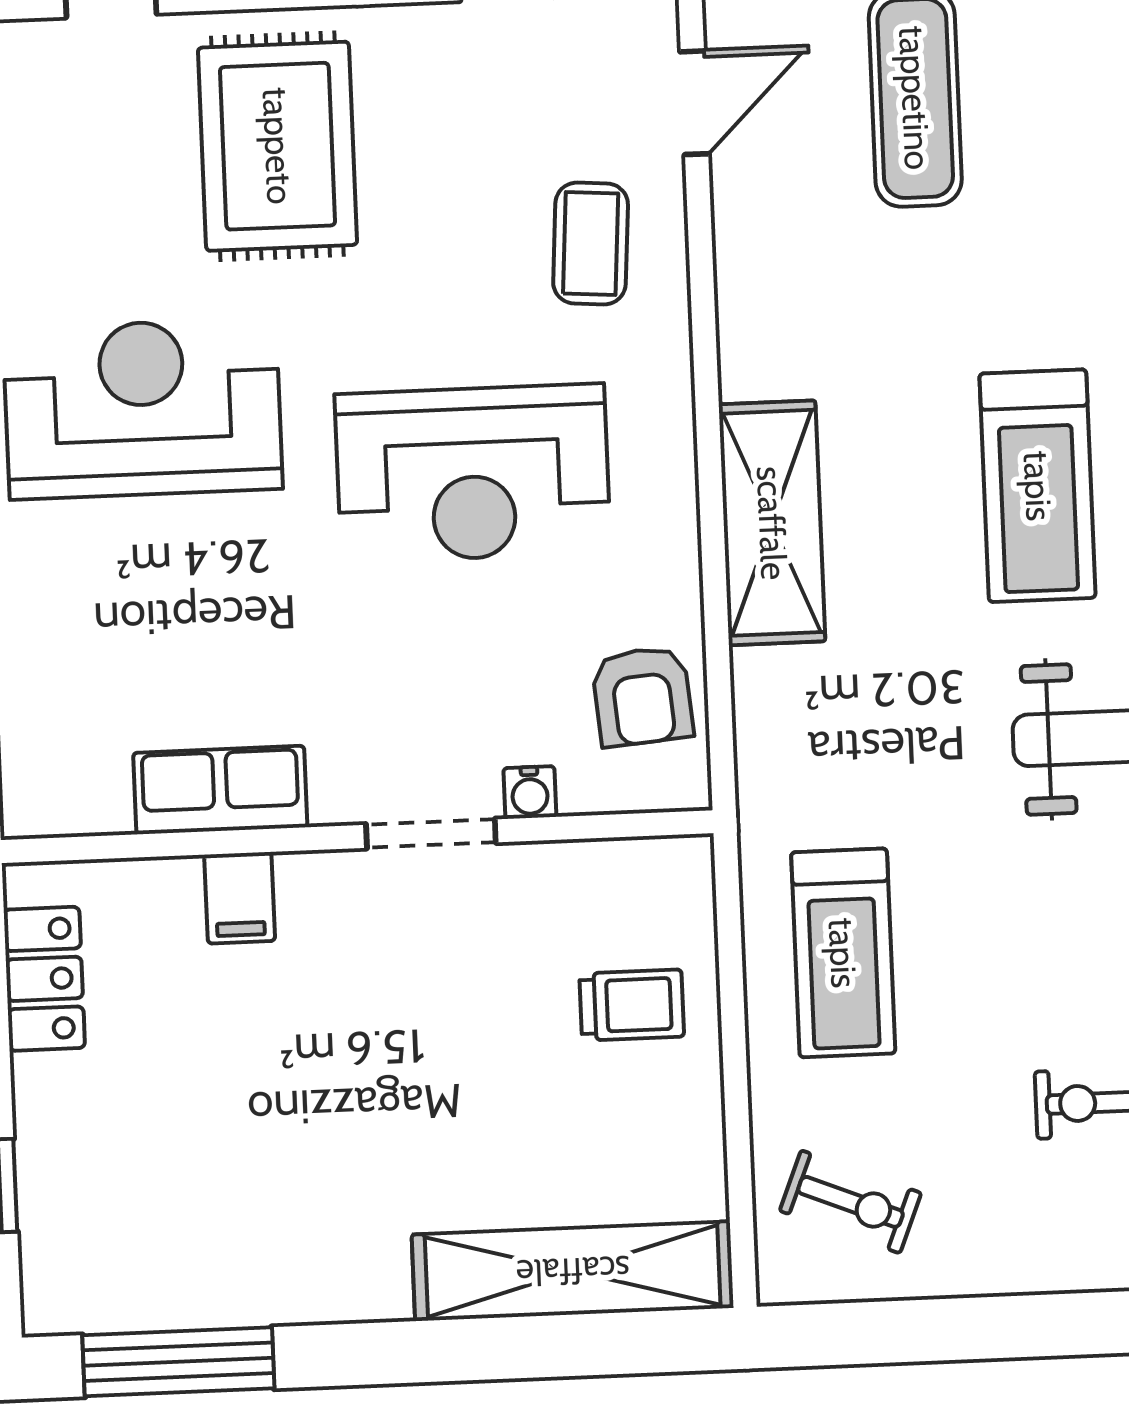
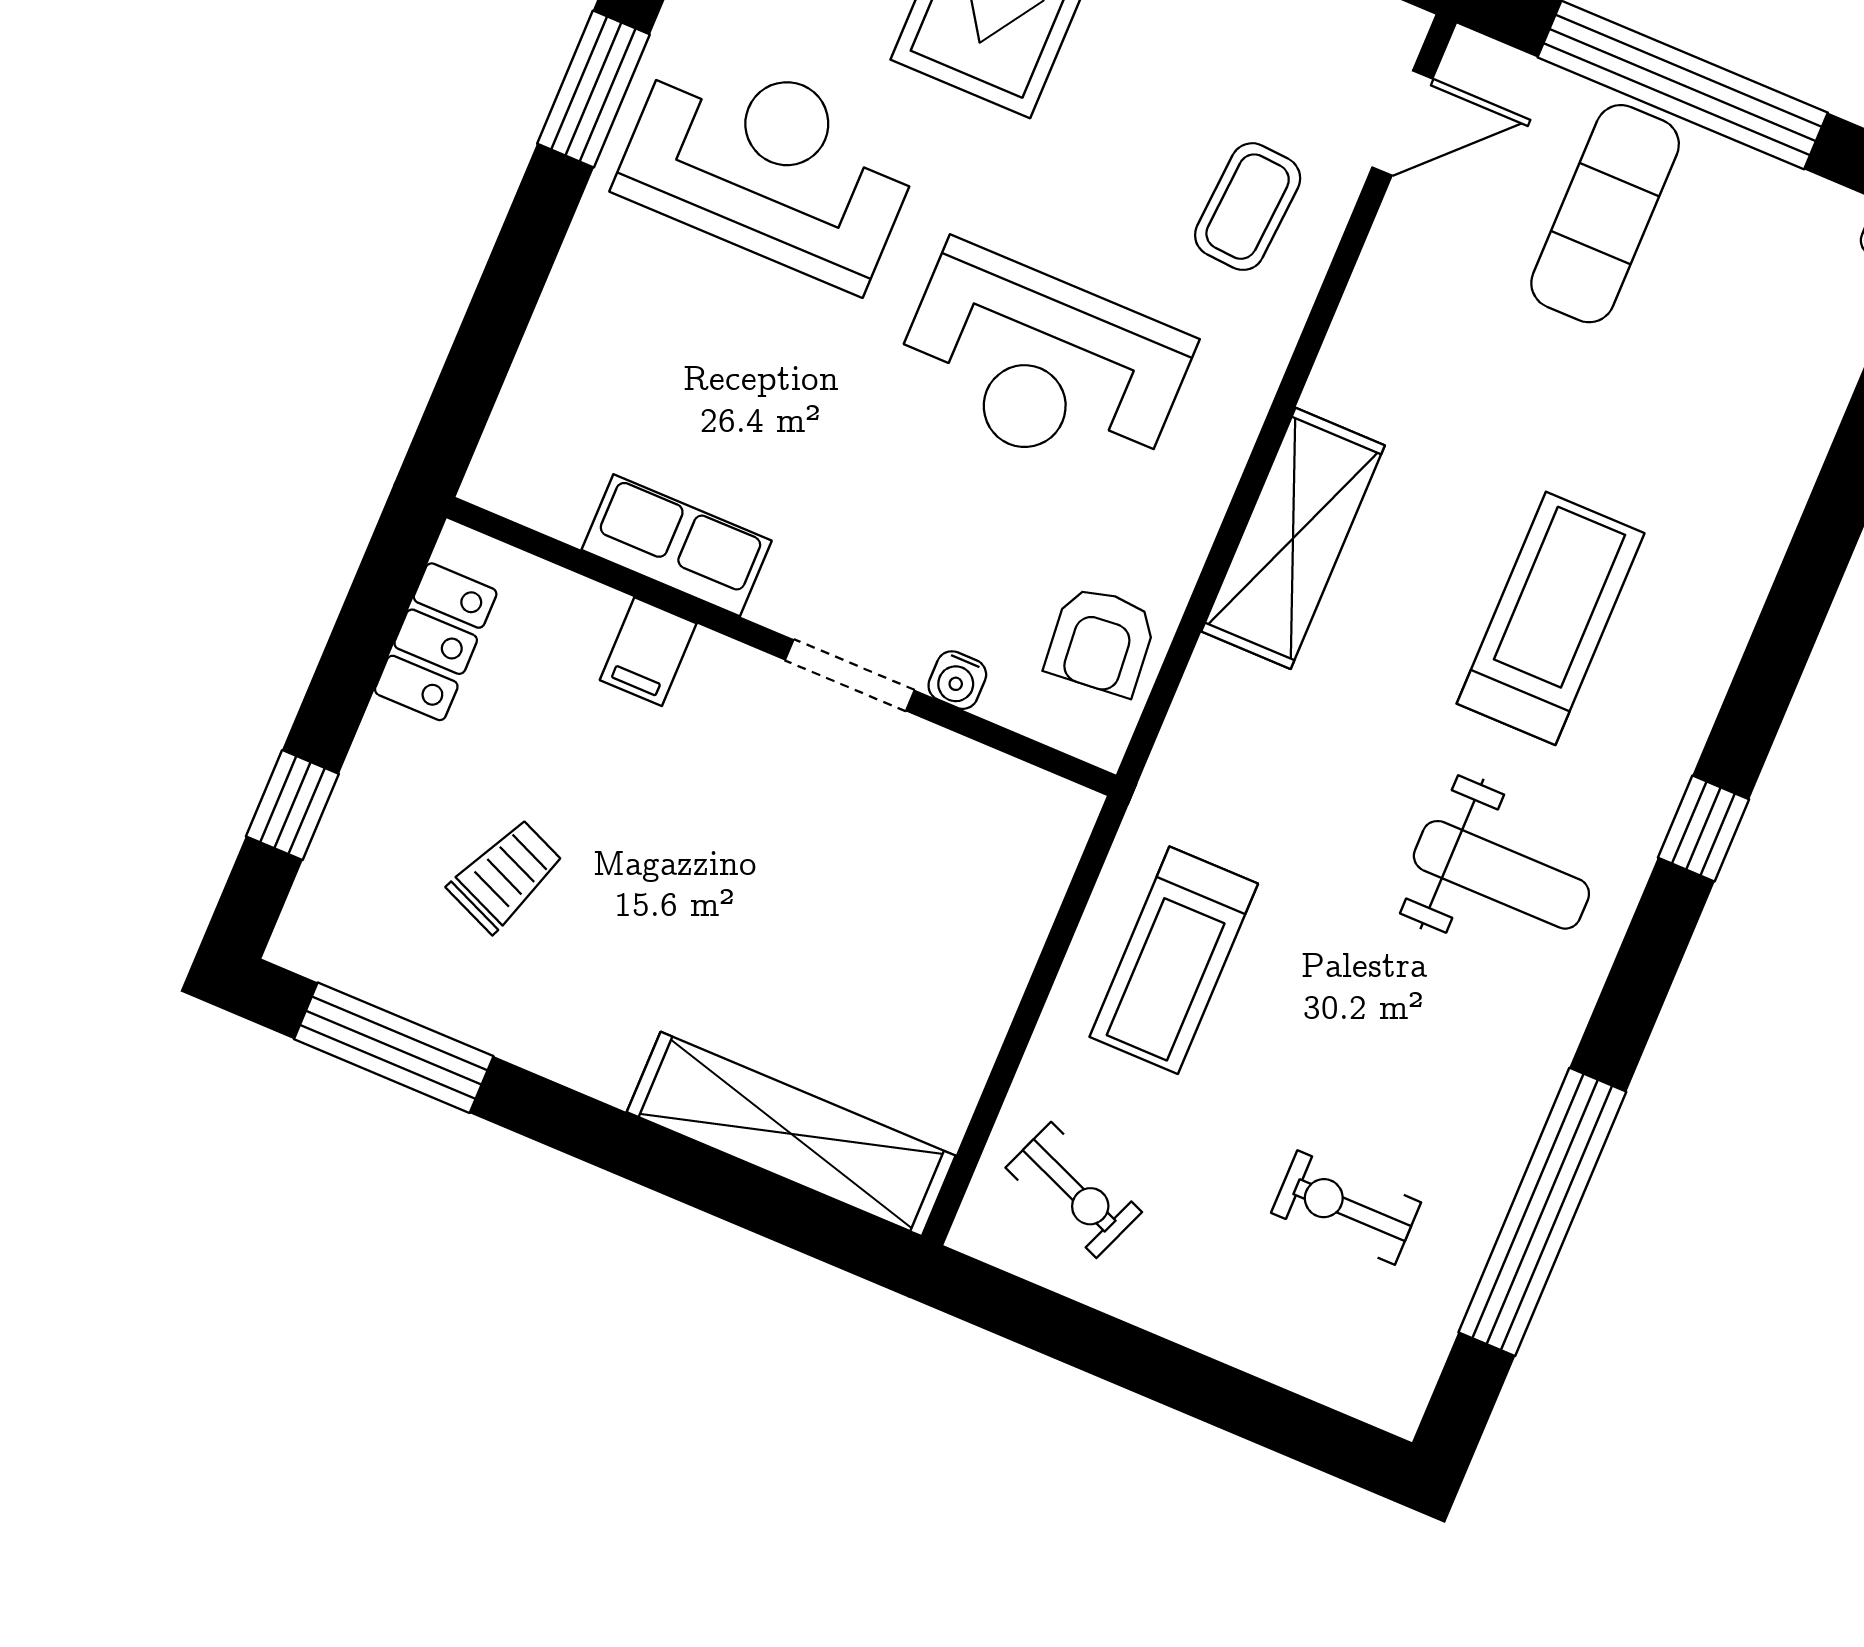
treadmill: (1038, 486) -> (1551, 618), turned 180
trolley: (632, 1005) -> (506, 876), moved, turned -67

